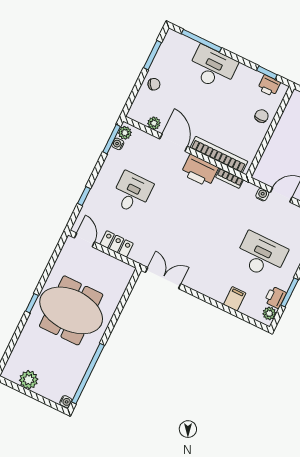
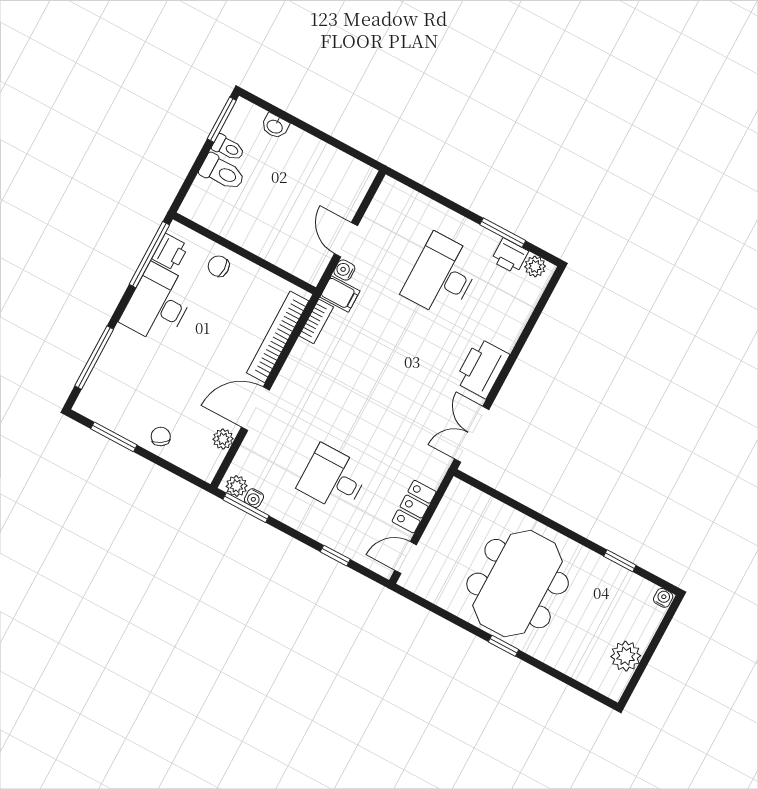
desk: (212, 68) -> (158, 304), moved
window: (267, 73) -> (149, 255), width x2.17
printer: (200, 171) -> (482, 368), moved, turned 180
filing cabinet: (235, 299) -> (340, 294), moved, turned 180
window: (88, 374) -> (620, 561), width x0.32

